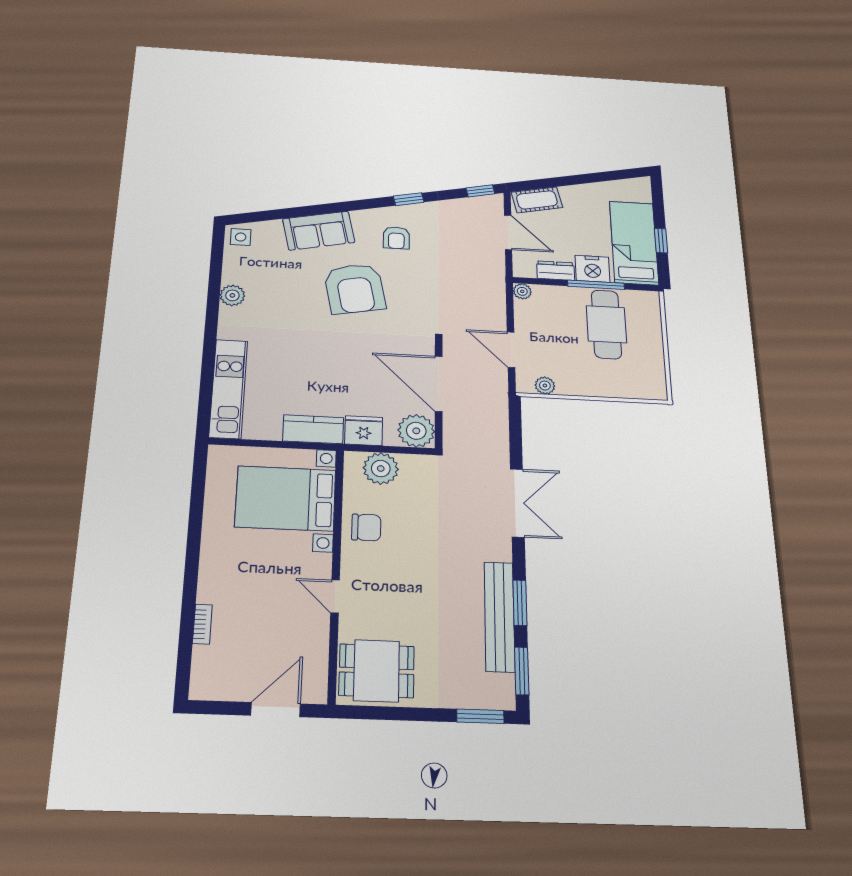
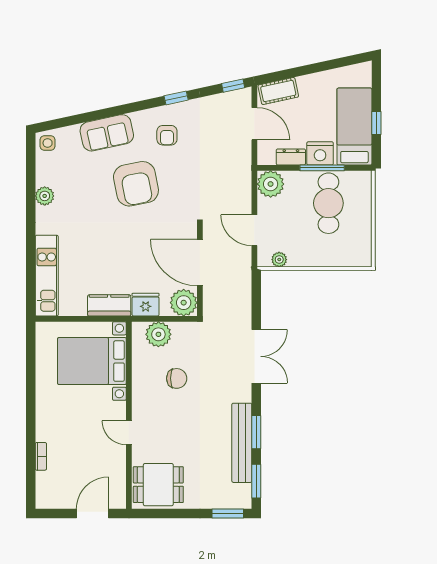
plant: (522, 291) -> (271, 184), width x1.88, depth x1.88
chair: (366, 527) -> (177, 378), moved

